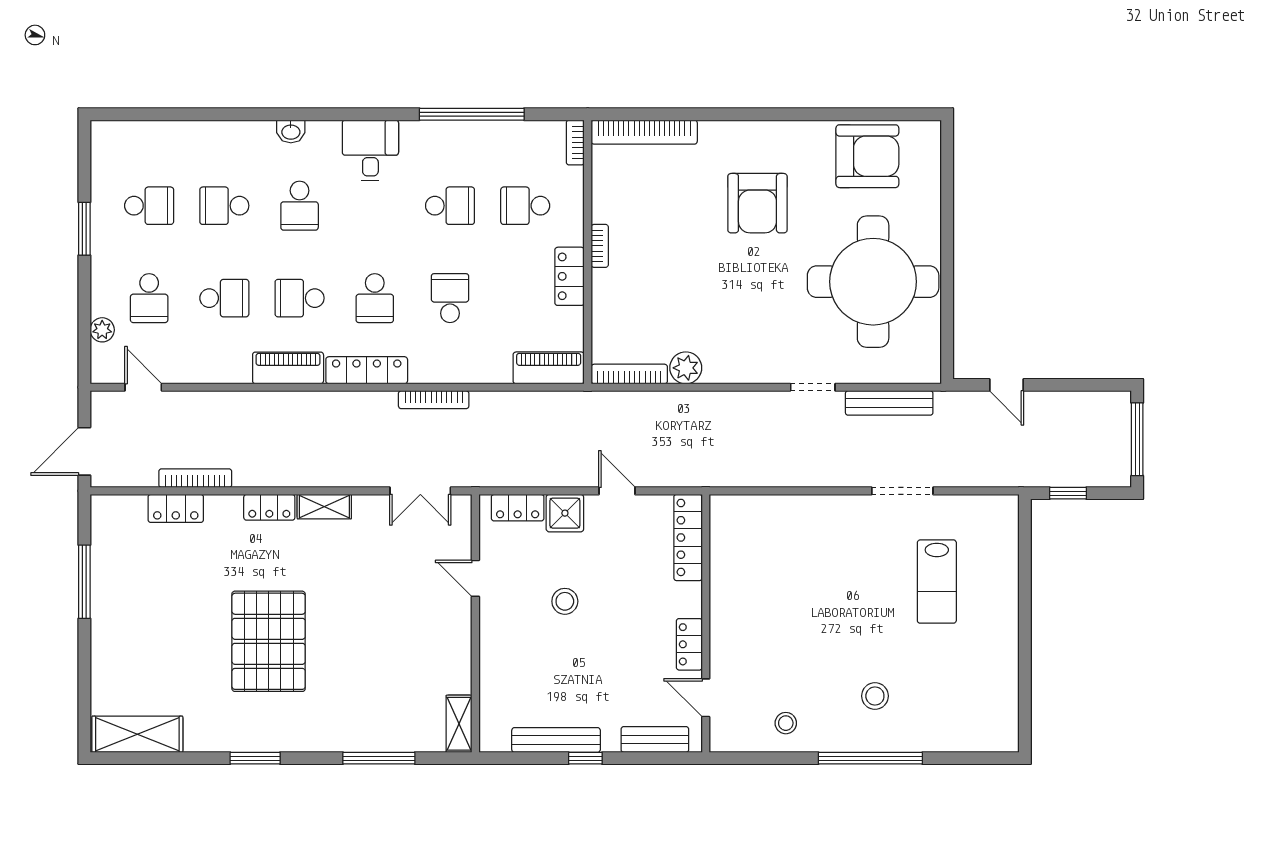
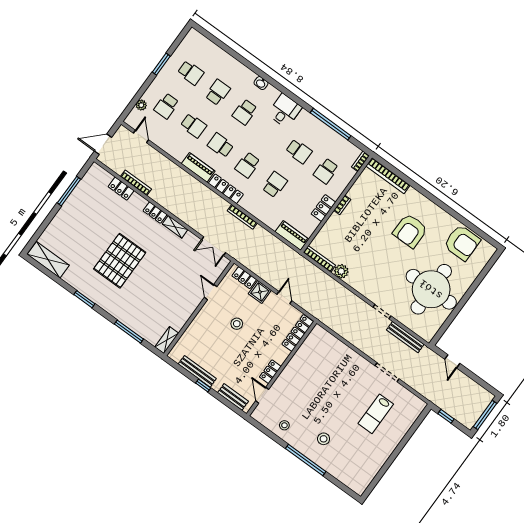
school desk: (224, 206) -> (218, 92), turned 90
school desk: (525, 206) -> (326, 171), turned -90

